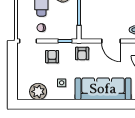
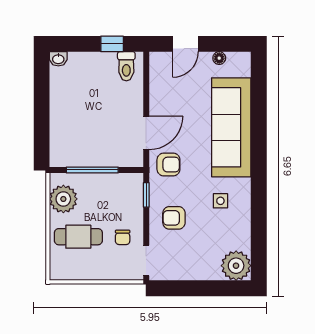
door: (111, 41) -> (146, 133), moved
plant: (38, 92) -> (236, 266), moved

